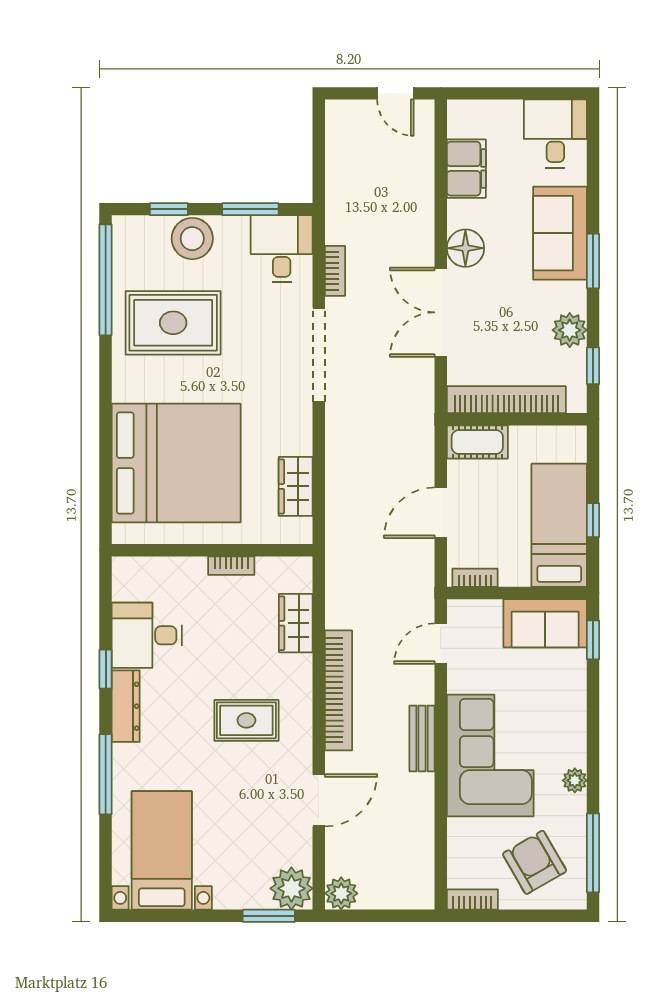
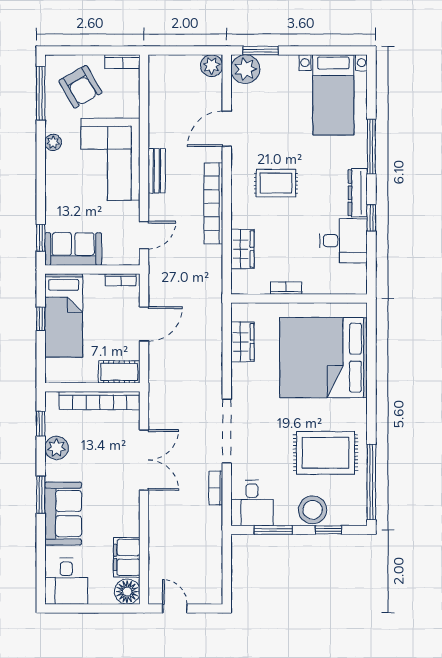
floor lamp: (465, 248) -> (127, 592), moved

